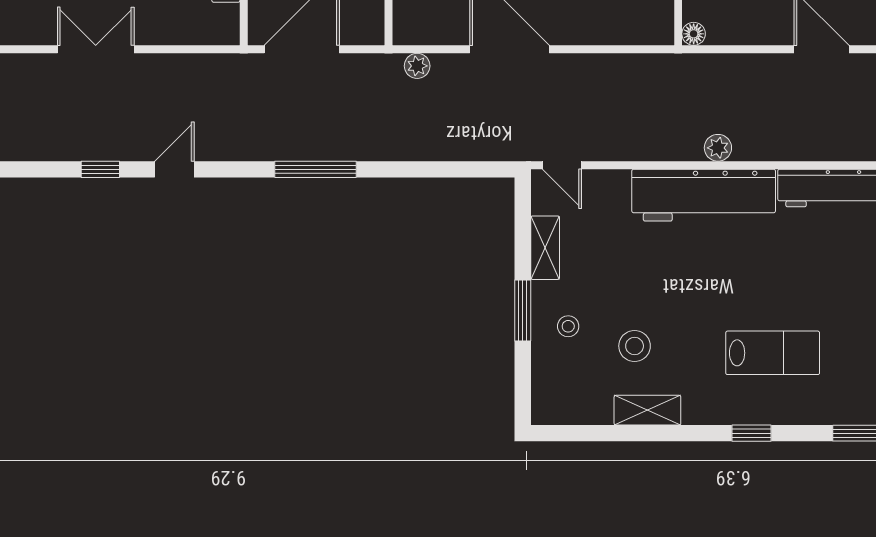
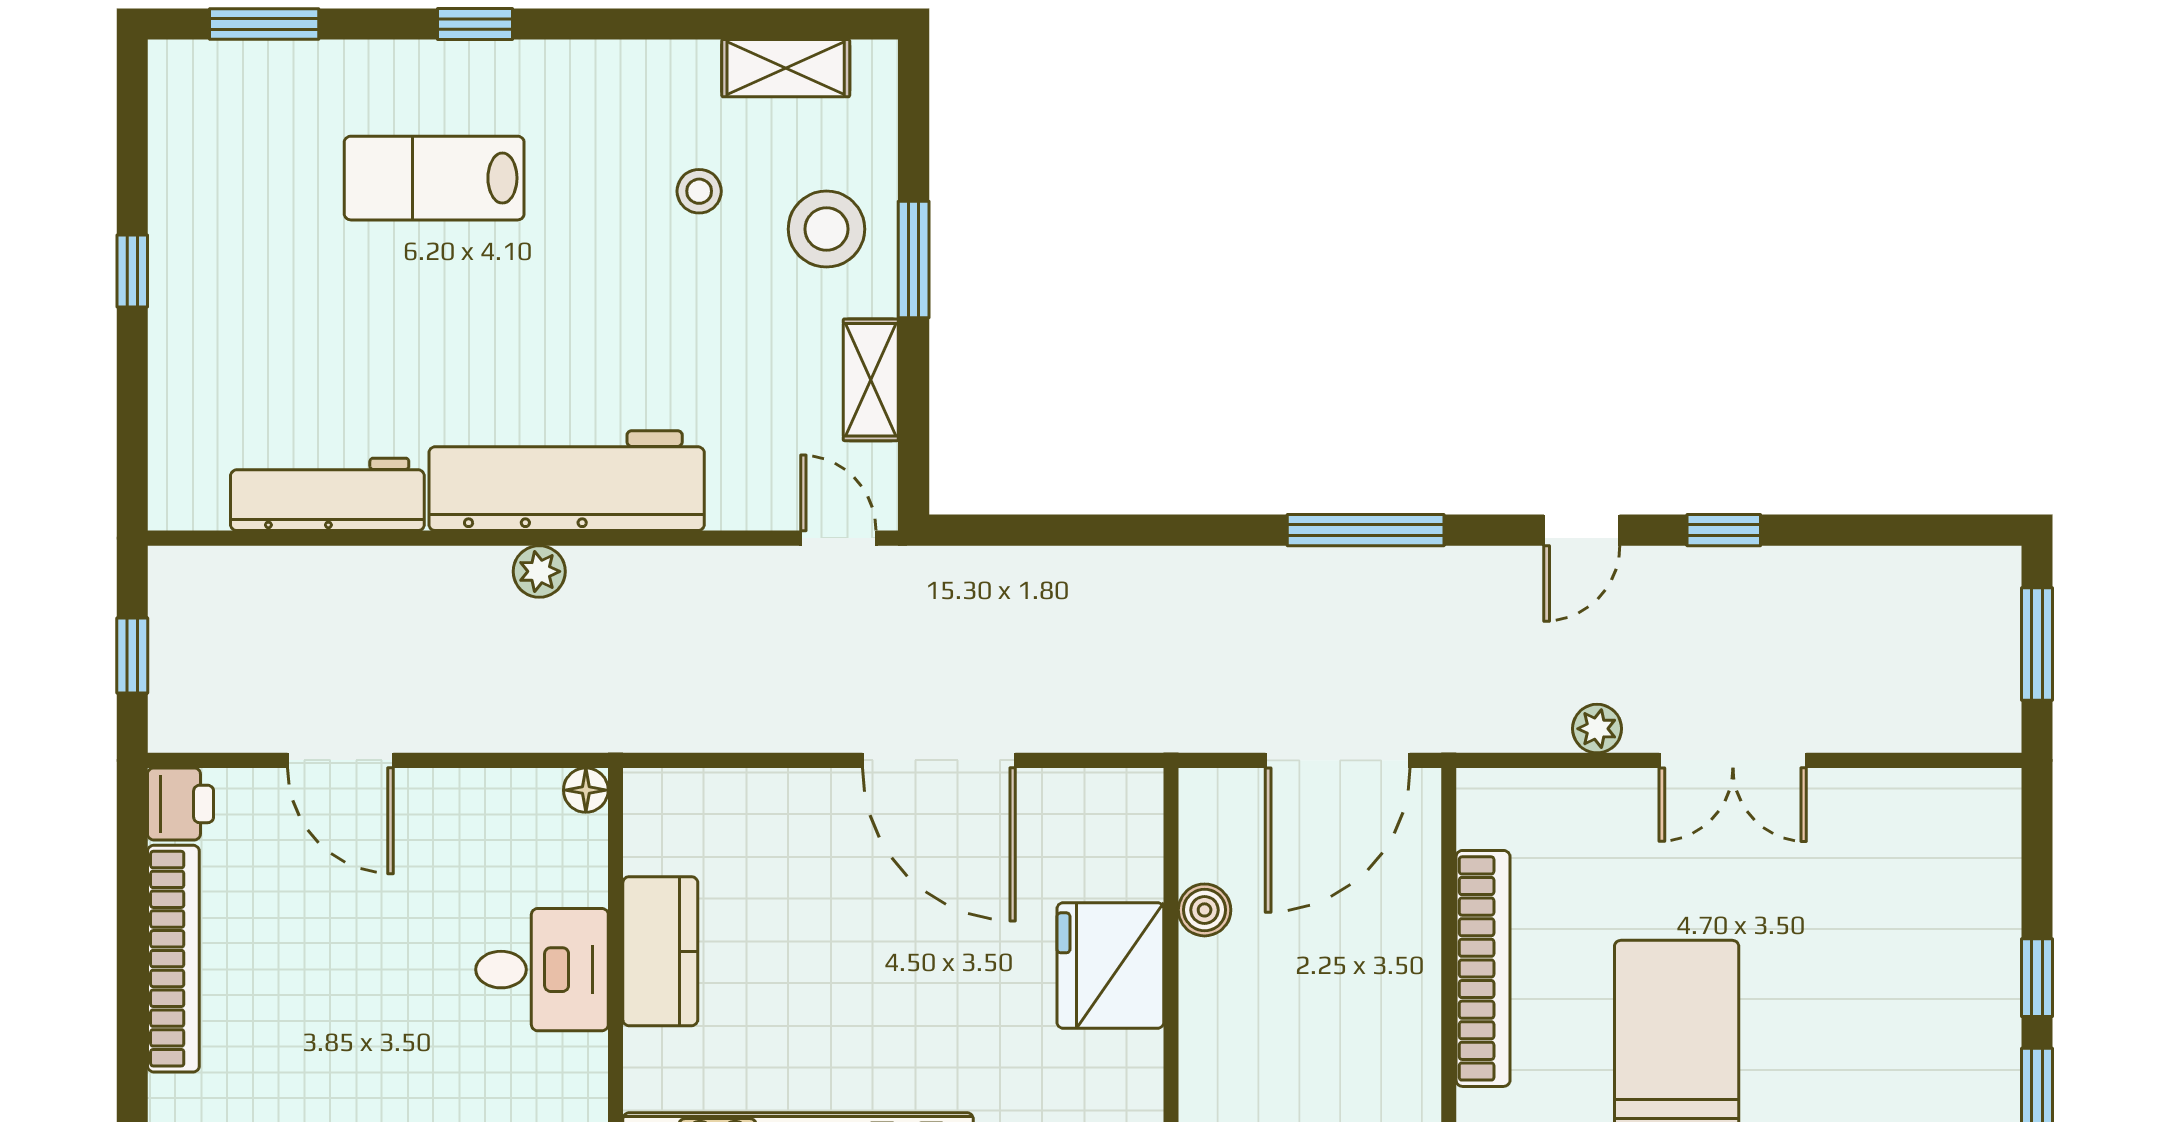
plant: (417, 66) -> (1597, 729), moved
window: (315, 169) -> (1366, 530), moved
stool: (568, 326) -> (826, 229), width x1.89, depth x1.89
stool: (635, 346) -> (699, 191), width x0.73, depth x0.73
shelving: (647, 410) -> (786, 68), moved

